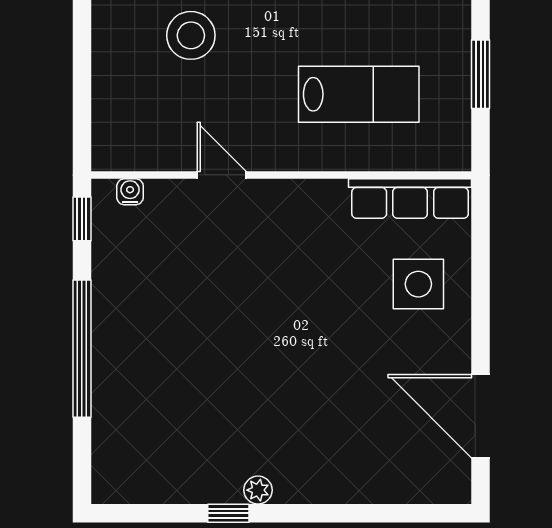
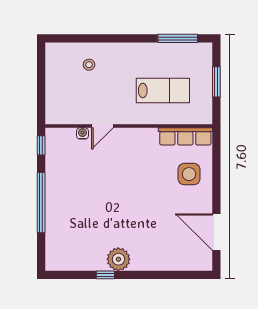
stool: (191, 35) -> (89, 65), width x0.53, depth x0.53
door: (222, 175) -> (103, 126), swing flipped
water cooler: (130, 192) -> (83, 133), moved
plant: (258, 490) -> (118, 259), width x1.88, depth x1.88

